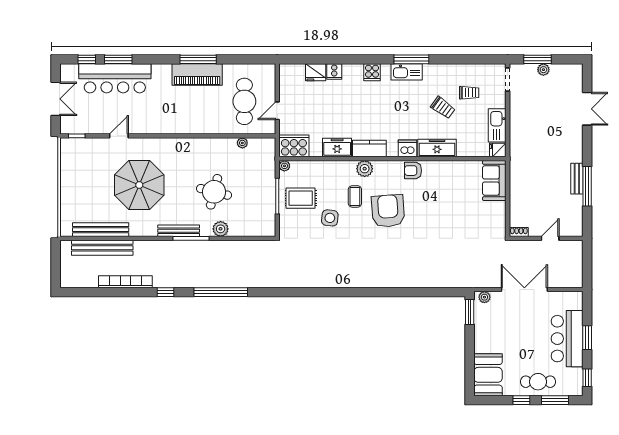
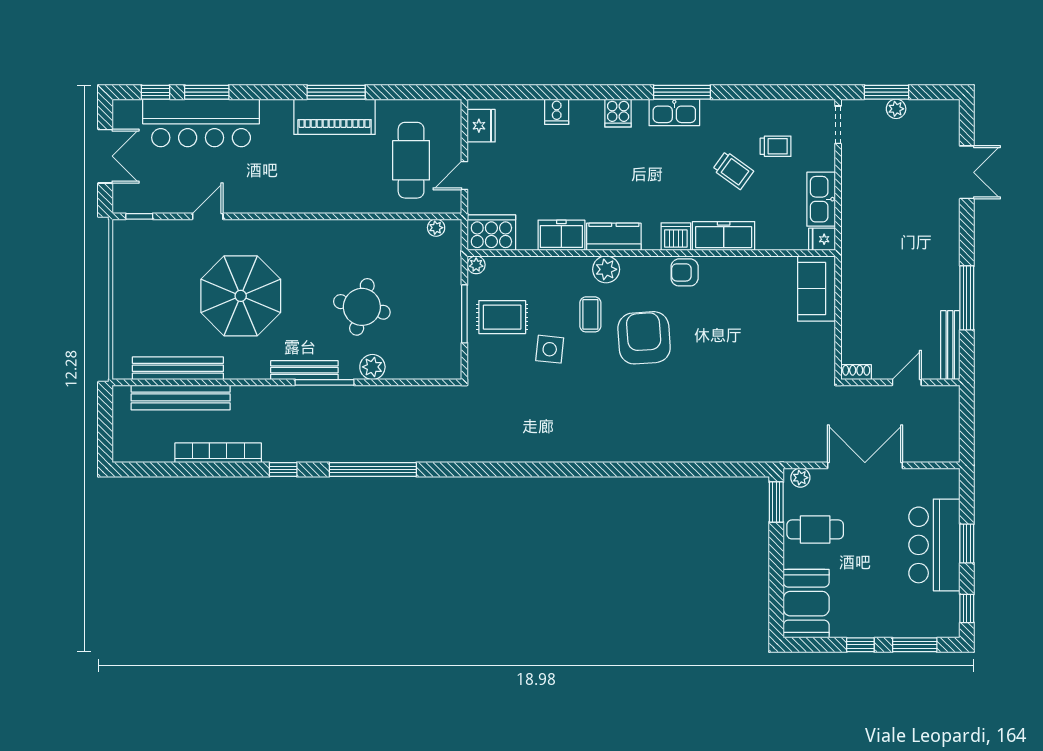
fridge: (316, 72) -> (481, 126), moved, turned -90
plant: (242, 143) -> (436, 228), moved
bench: (577, 179) -> (950, 345), moved, width x1.36
cafe table: (538, 382) -> (815, 529), moved

